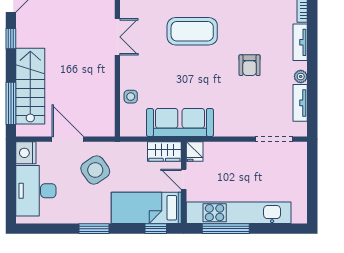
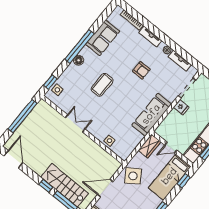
coffee table: (192, 31) -> (102, 85), width x0.73, depth x0.76
window: (11, 39) -> (46, 186), moved
sofa: (180, 122) -> (152, 115), moved
fridge: (195, 152) -> (181, 107), moved
side table: (95, 170) -> (133, 176), moved

